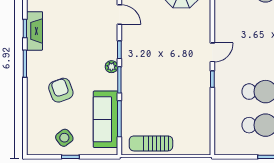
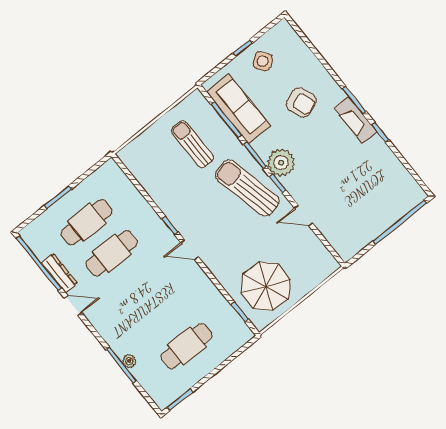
fireplace: (34, 31) -> (355, 120), moved
door: (212, 52) -> (190, 250), hinge flipped
sun lounger: (142, 63) -> (247, 188), added
plant: (111, 67) -> (281, 163), width x1.87, depth x1.87
sun lounger: (151, 143) -> (192, 144), moved, turned -90

